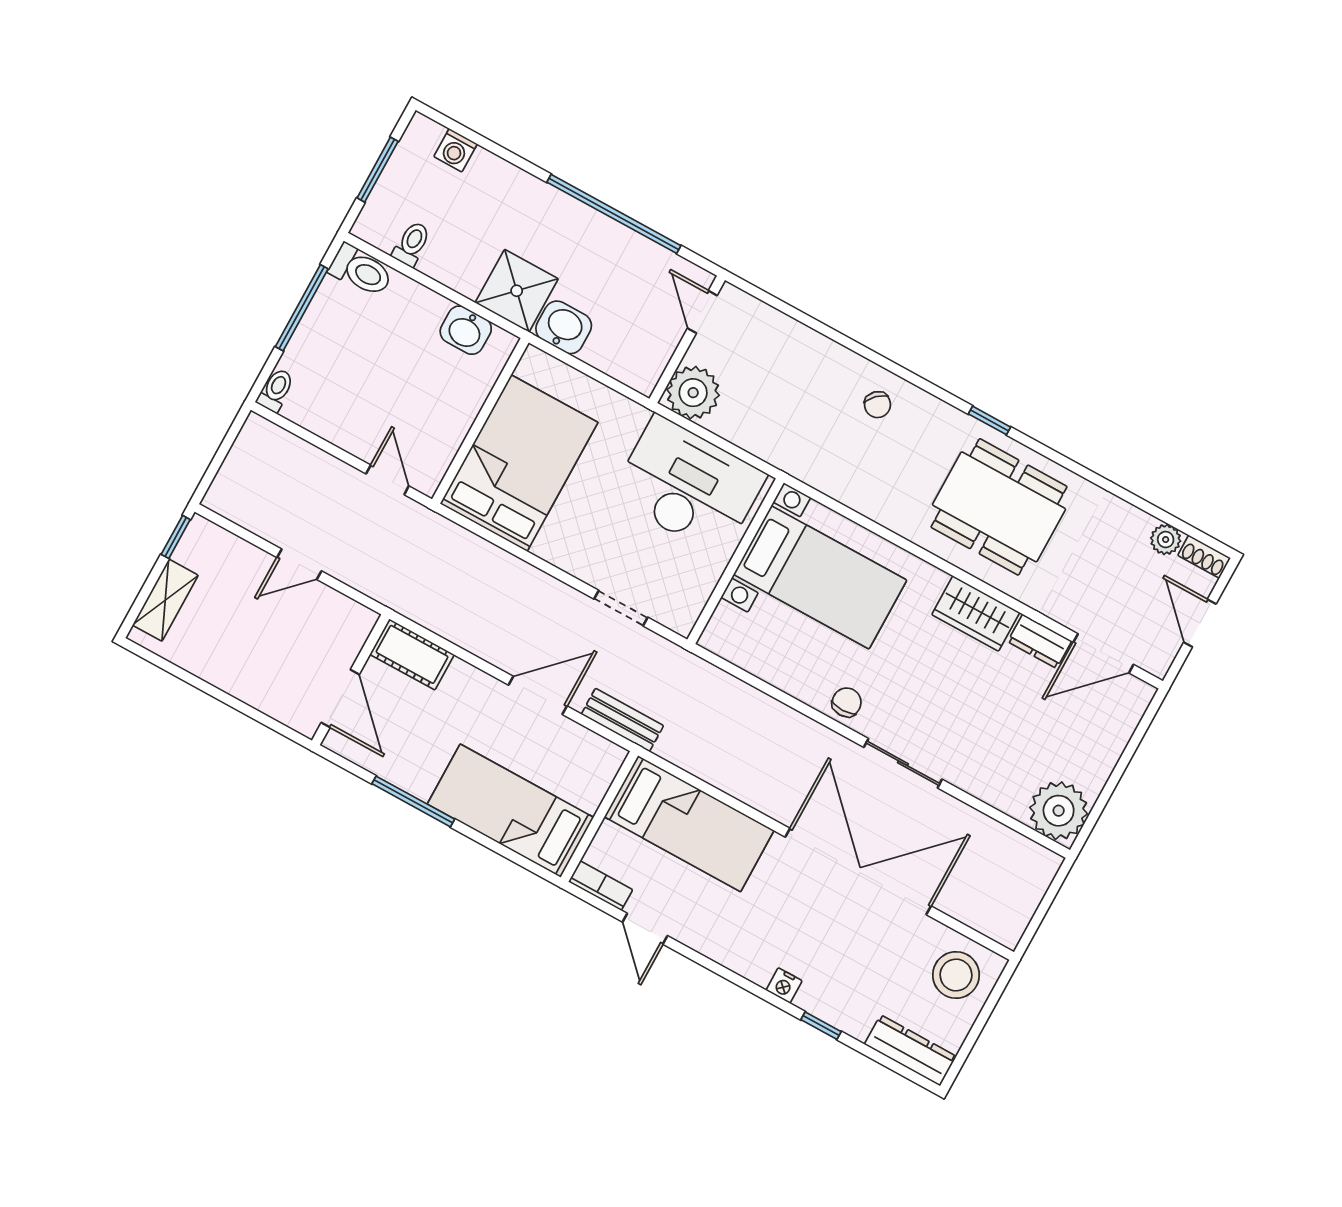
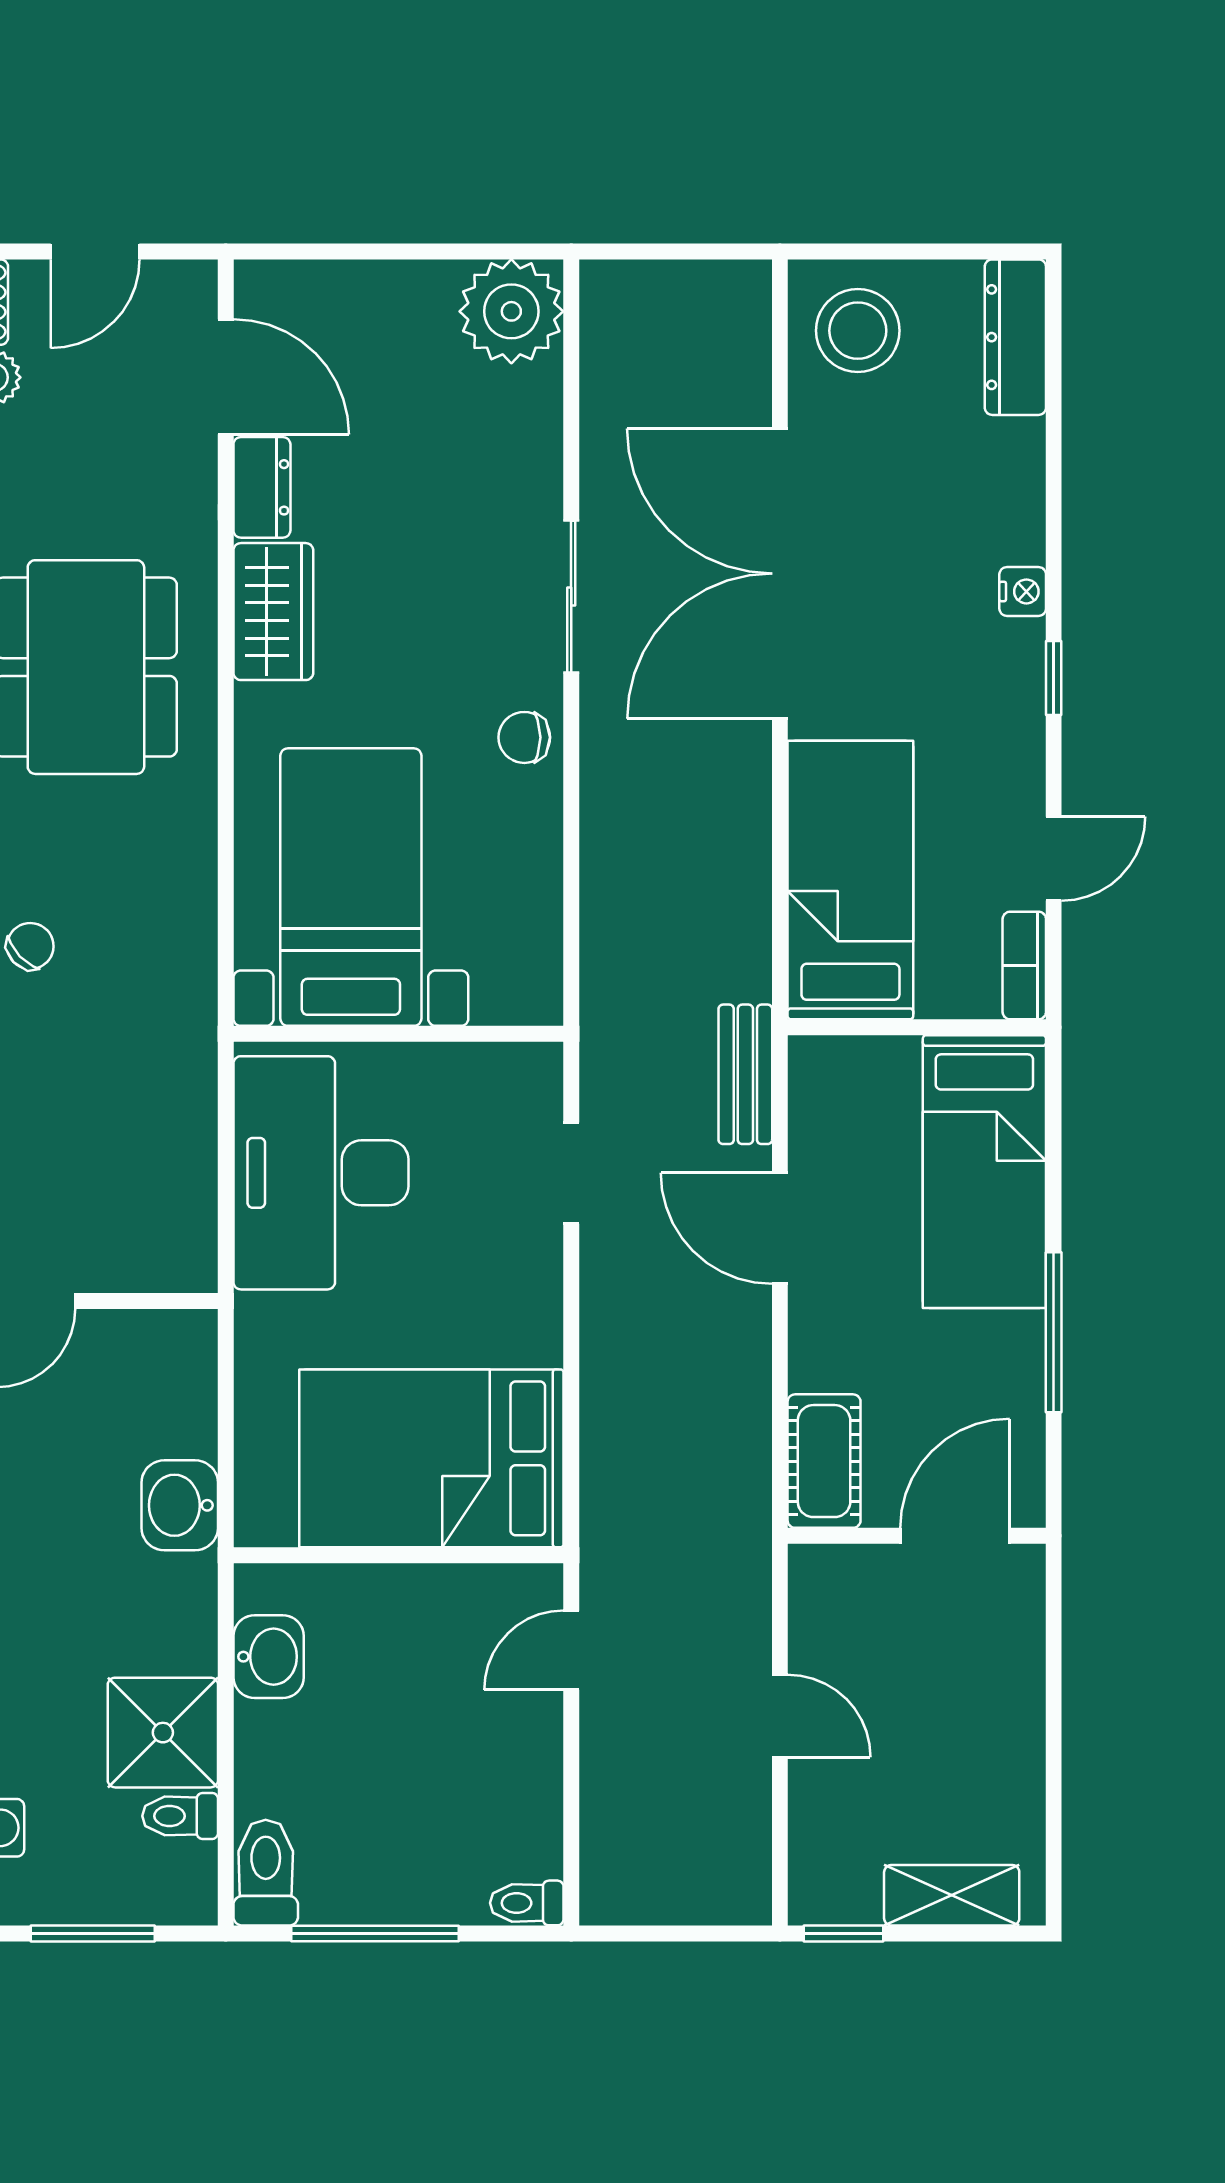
shower: (517, 291) -> (163, 1733), moved
plant: (693, 393) -> (171, 1246), removed
window: (821, 1026) -> (1054, 678), moved

